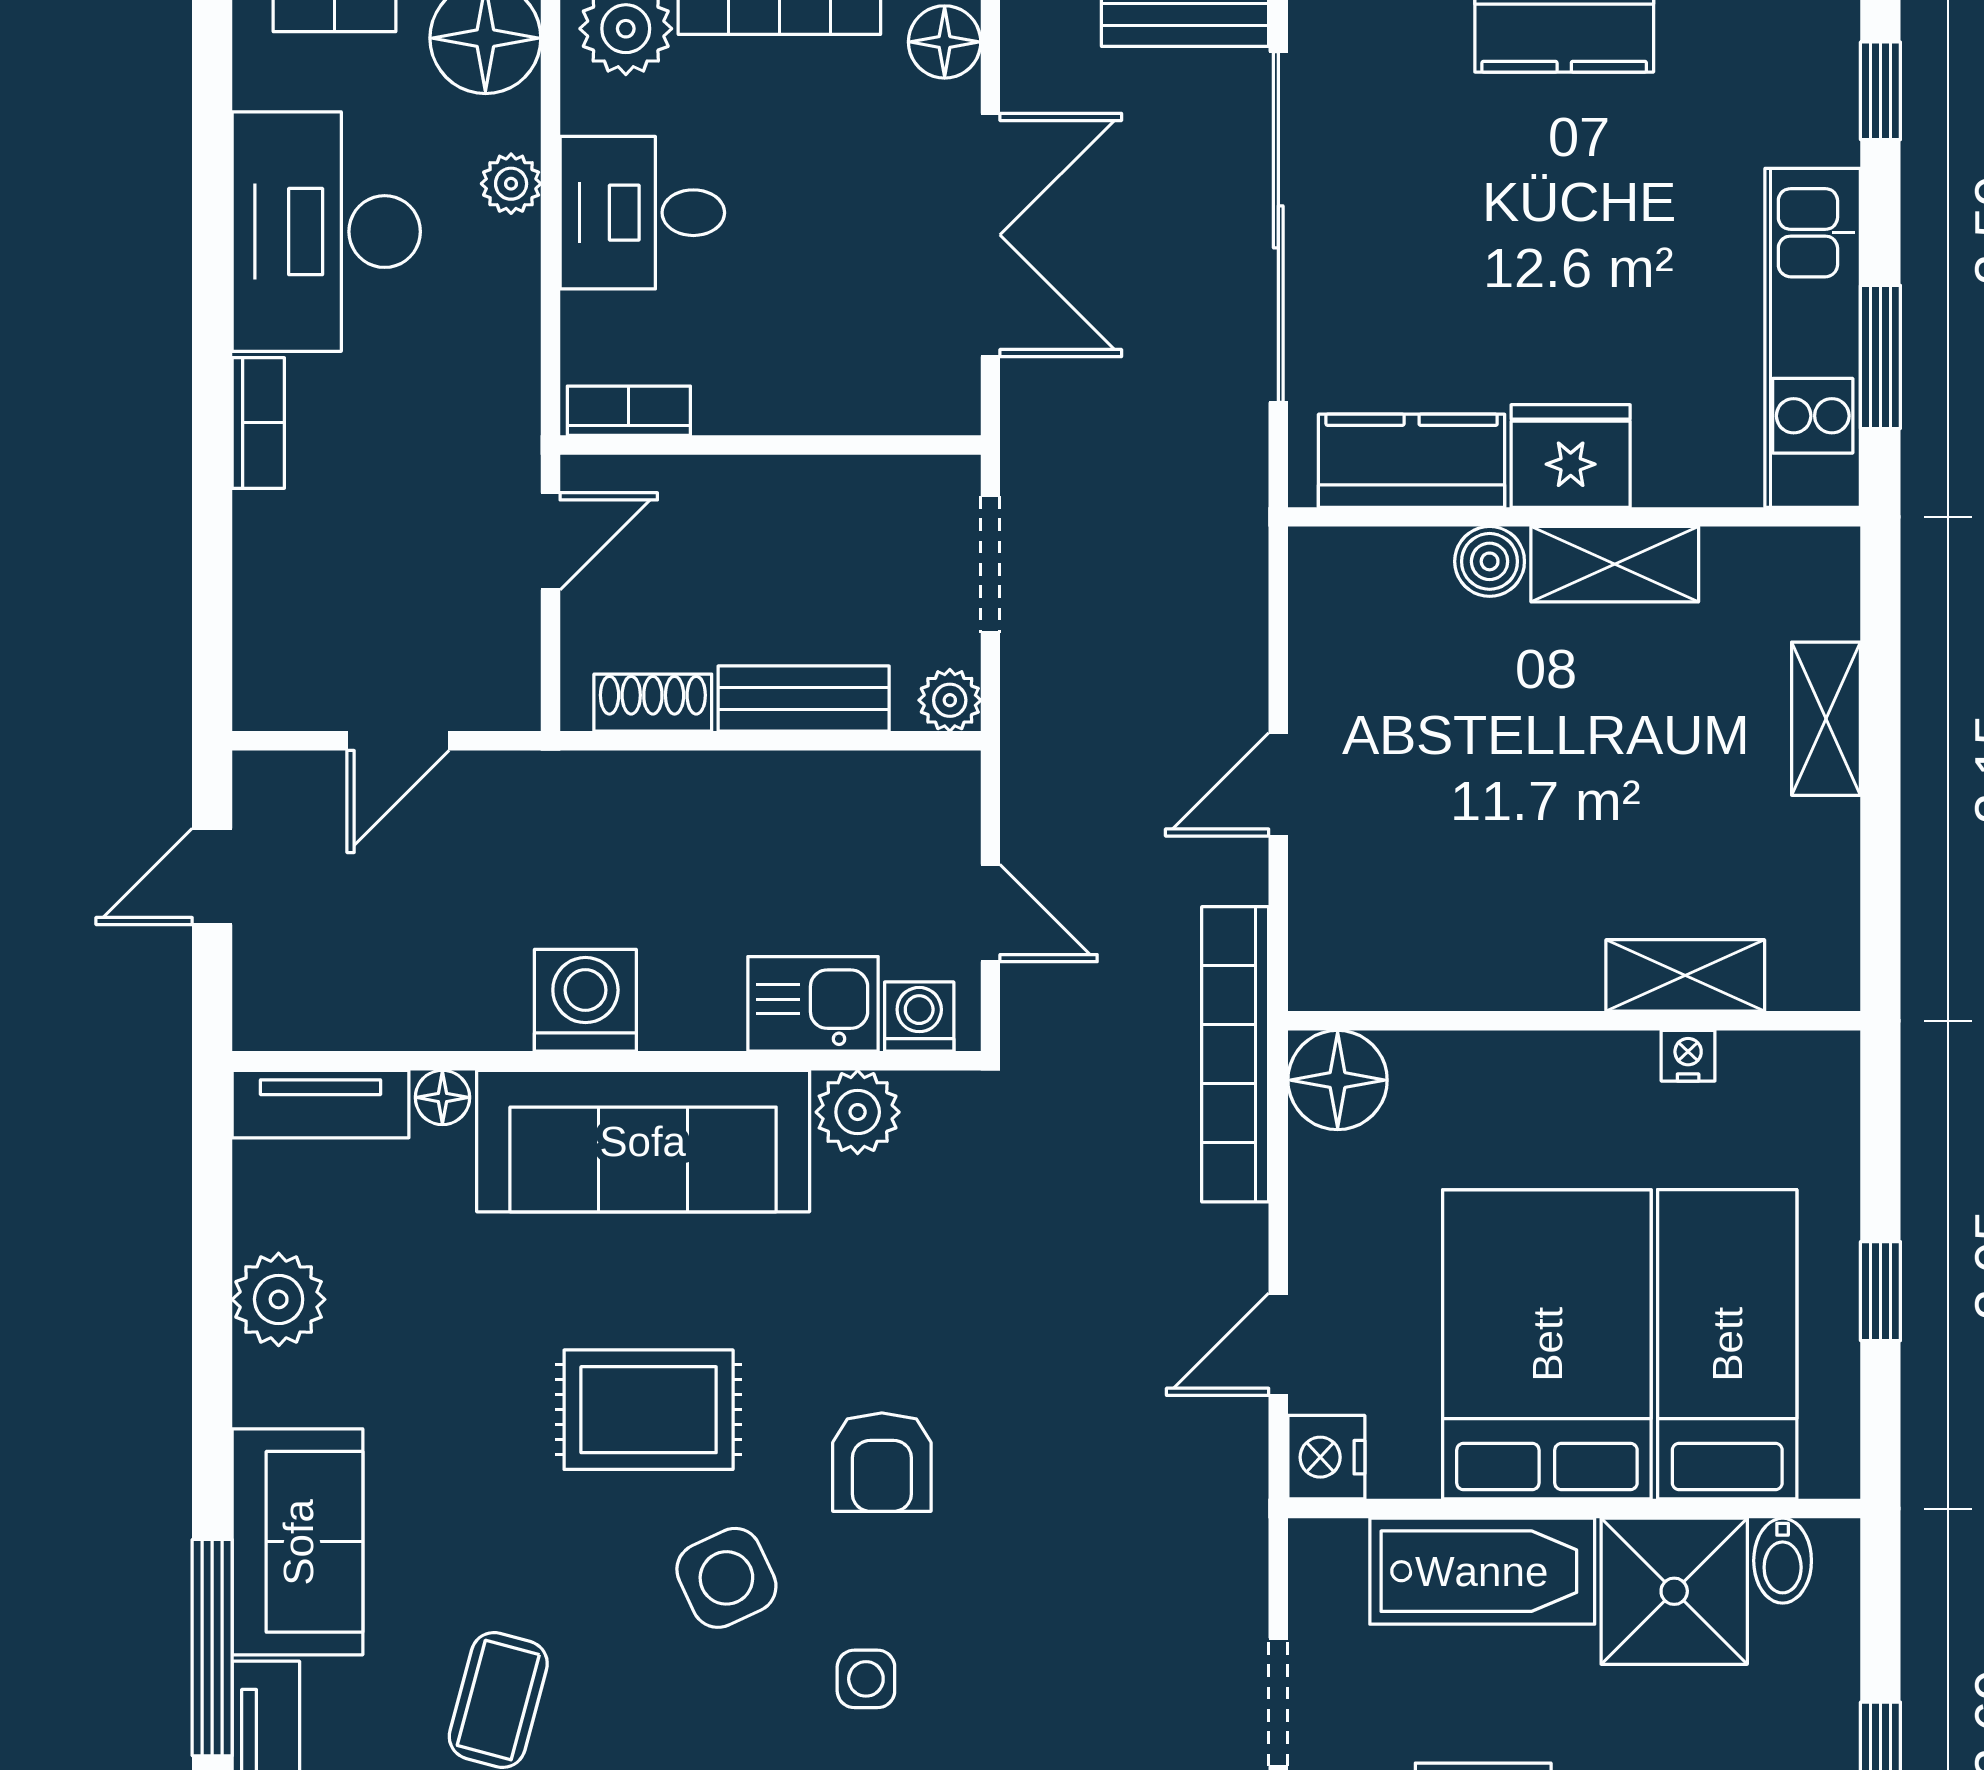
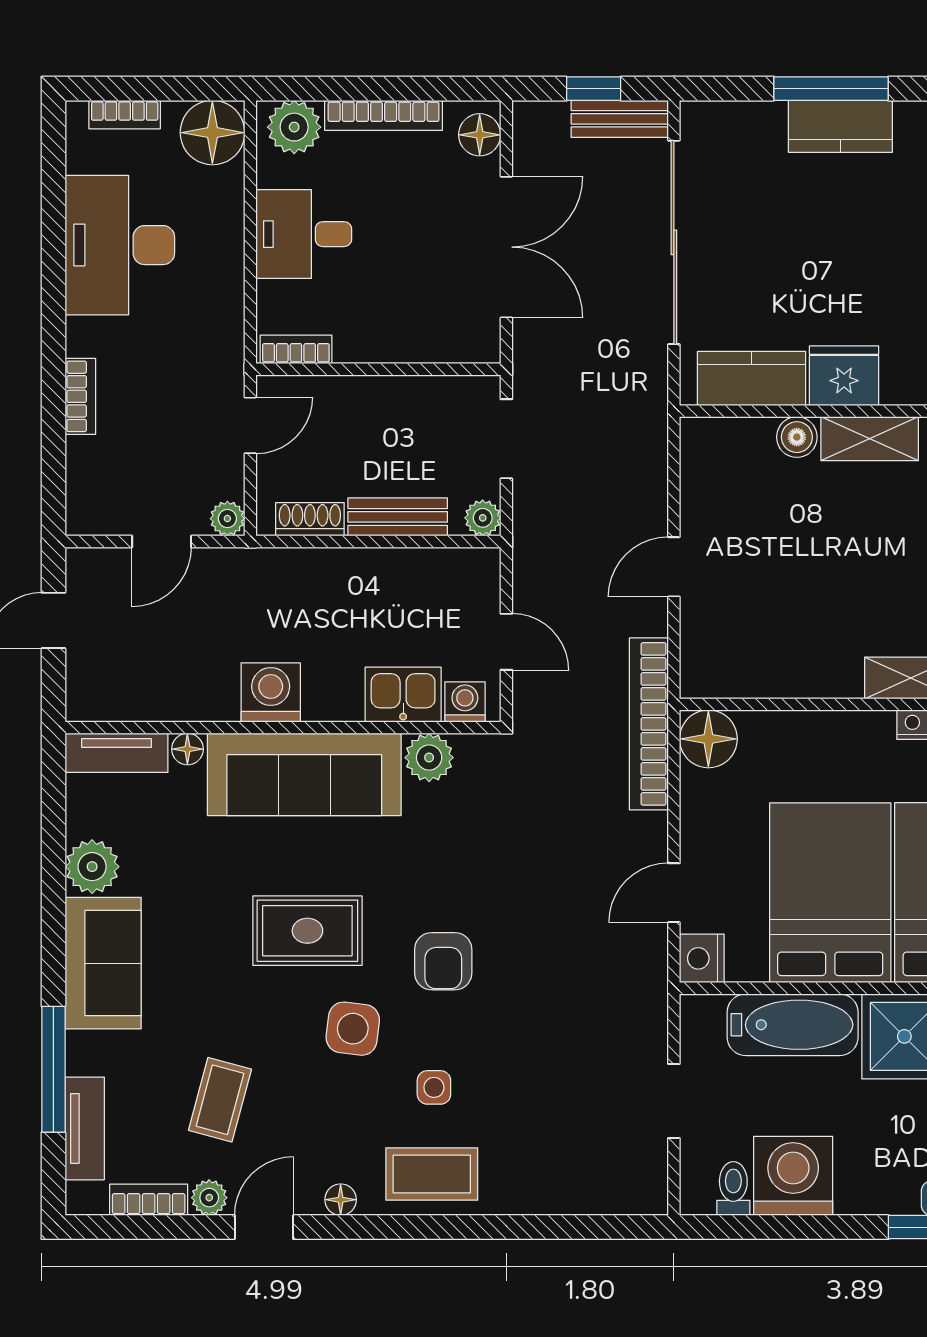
plant: (511, 184) -> (227, 519), moved
bookcase: (258, 423) -> (80, 396), moved
sofa: (298, 1542) -> (103, 963), moved
side table: (726, 1578) -> (353, 1029), turned 32

